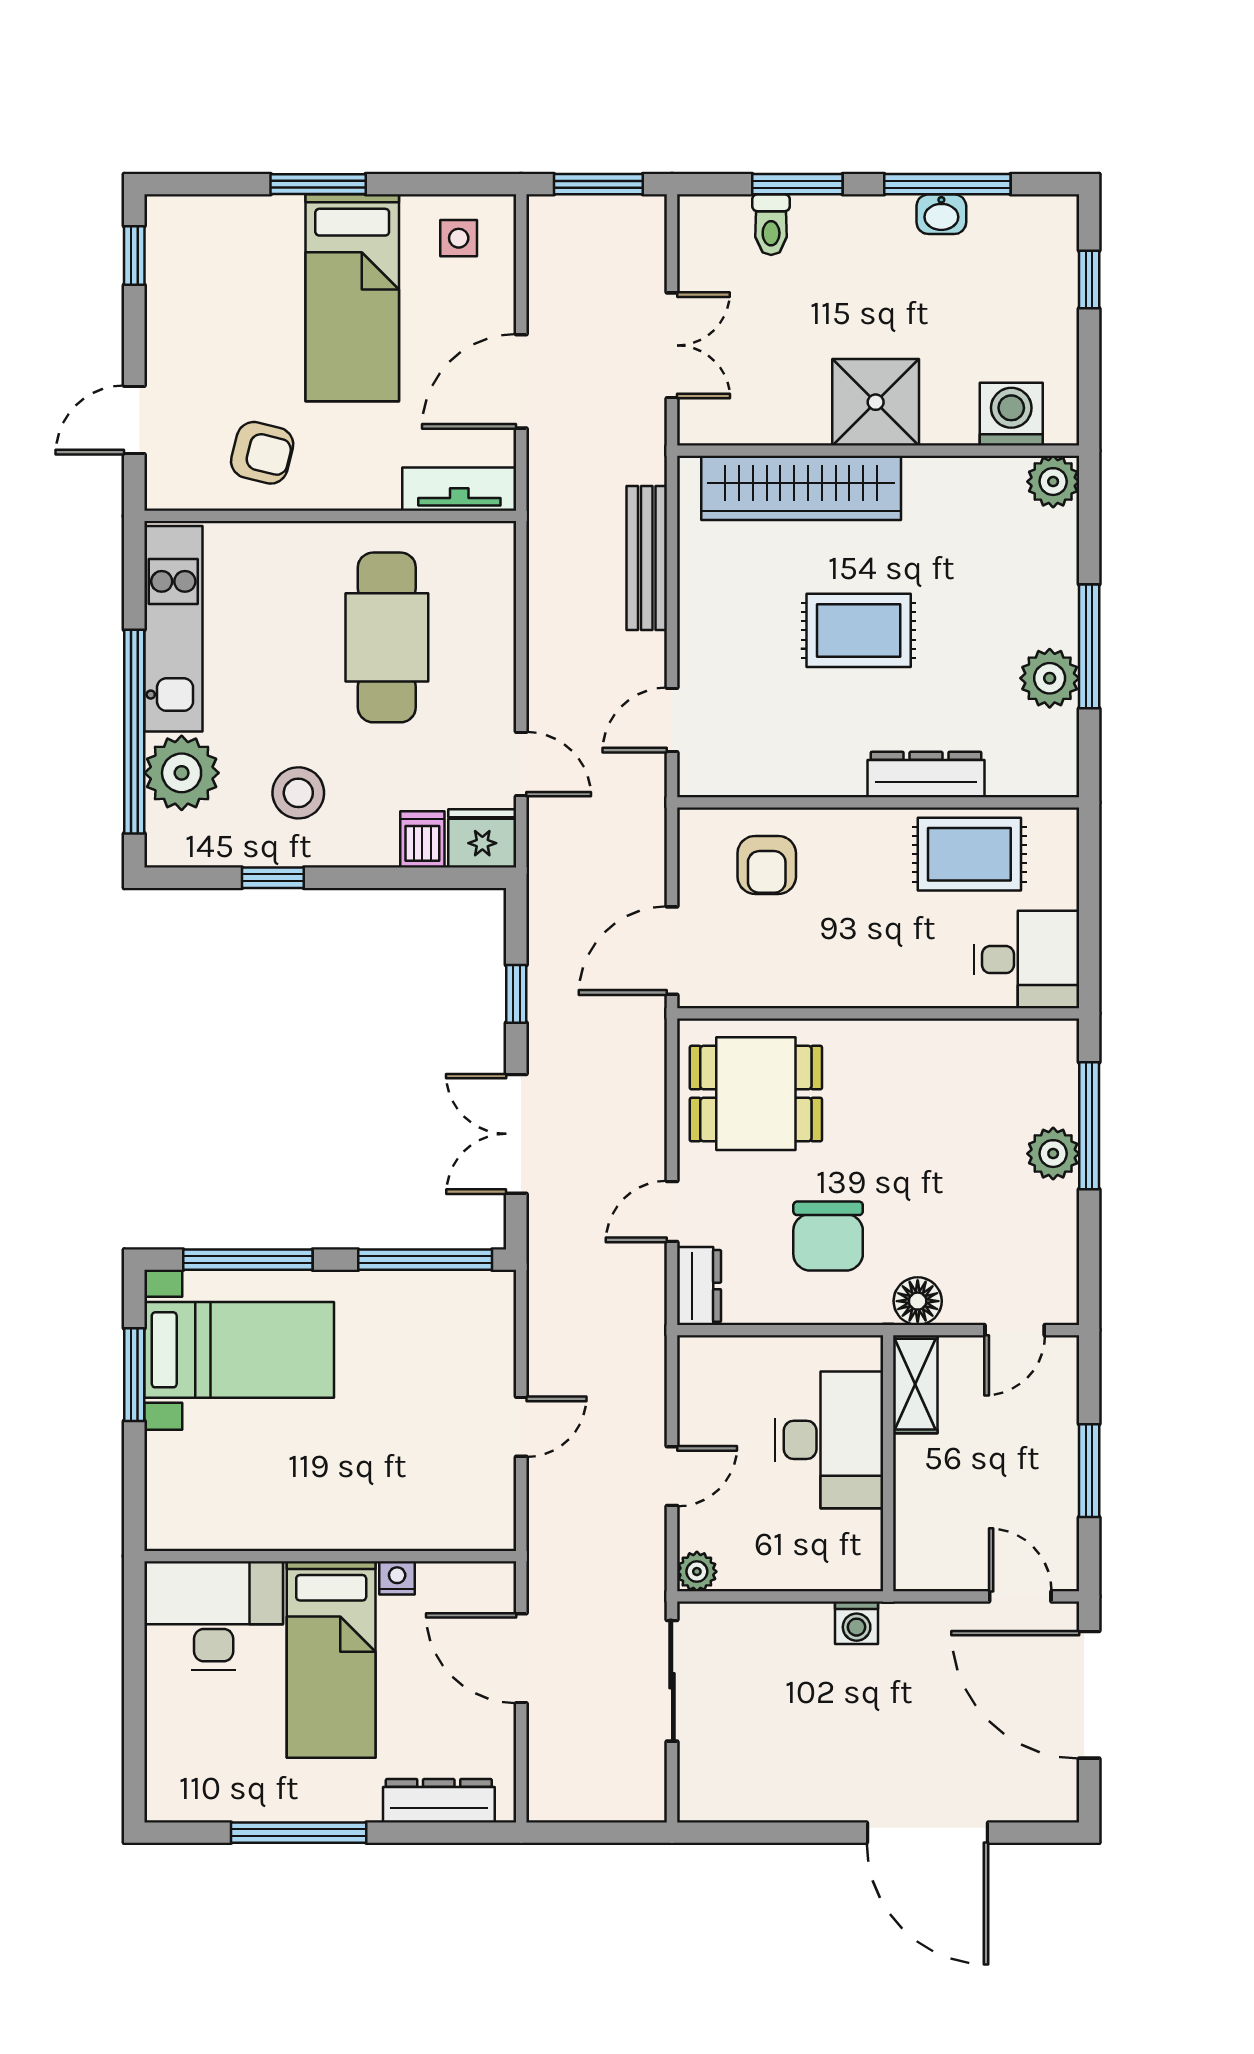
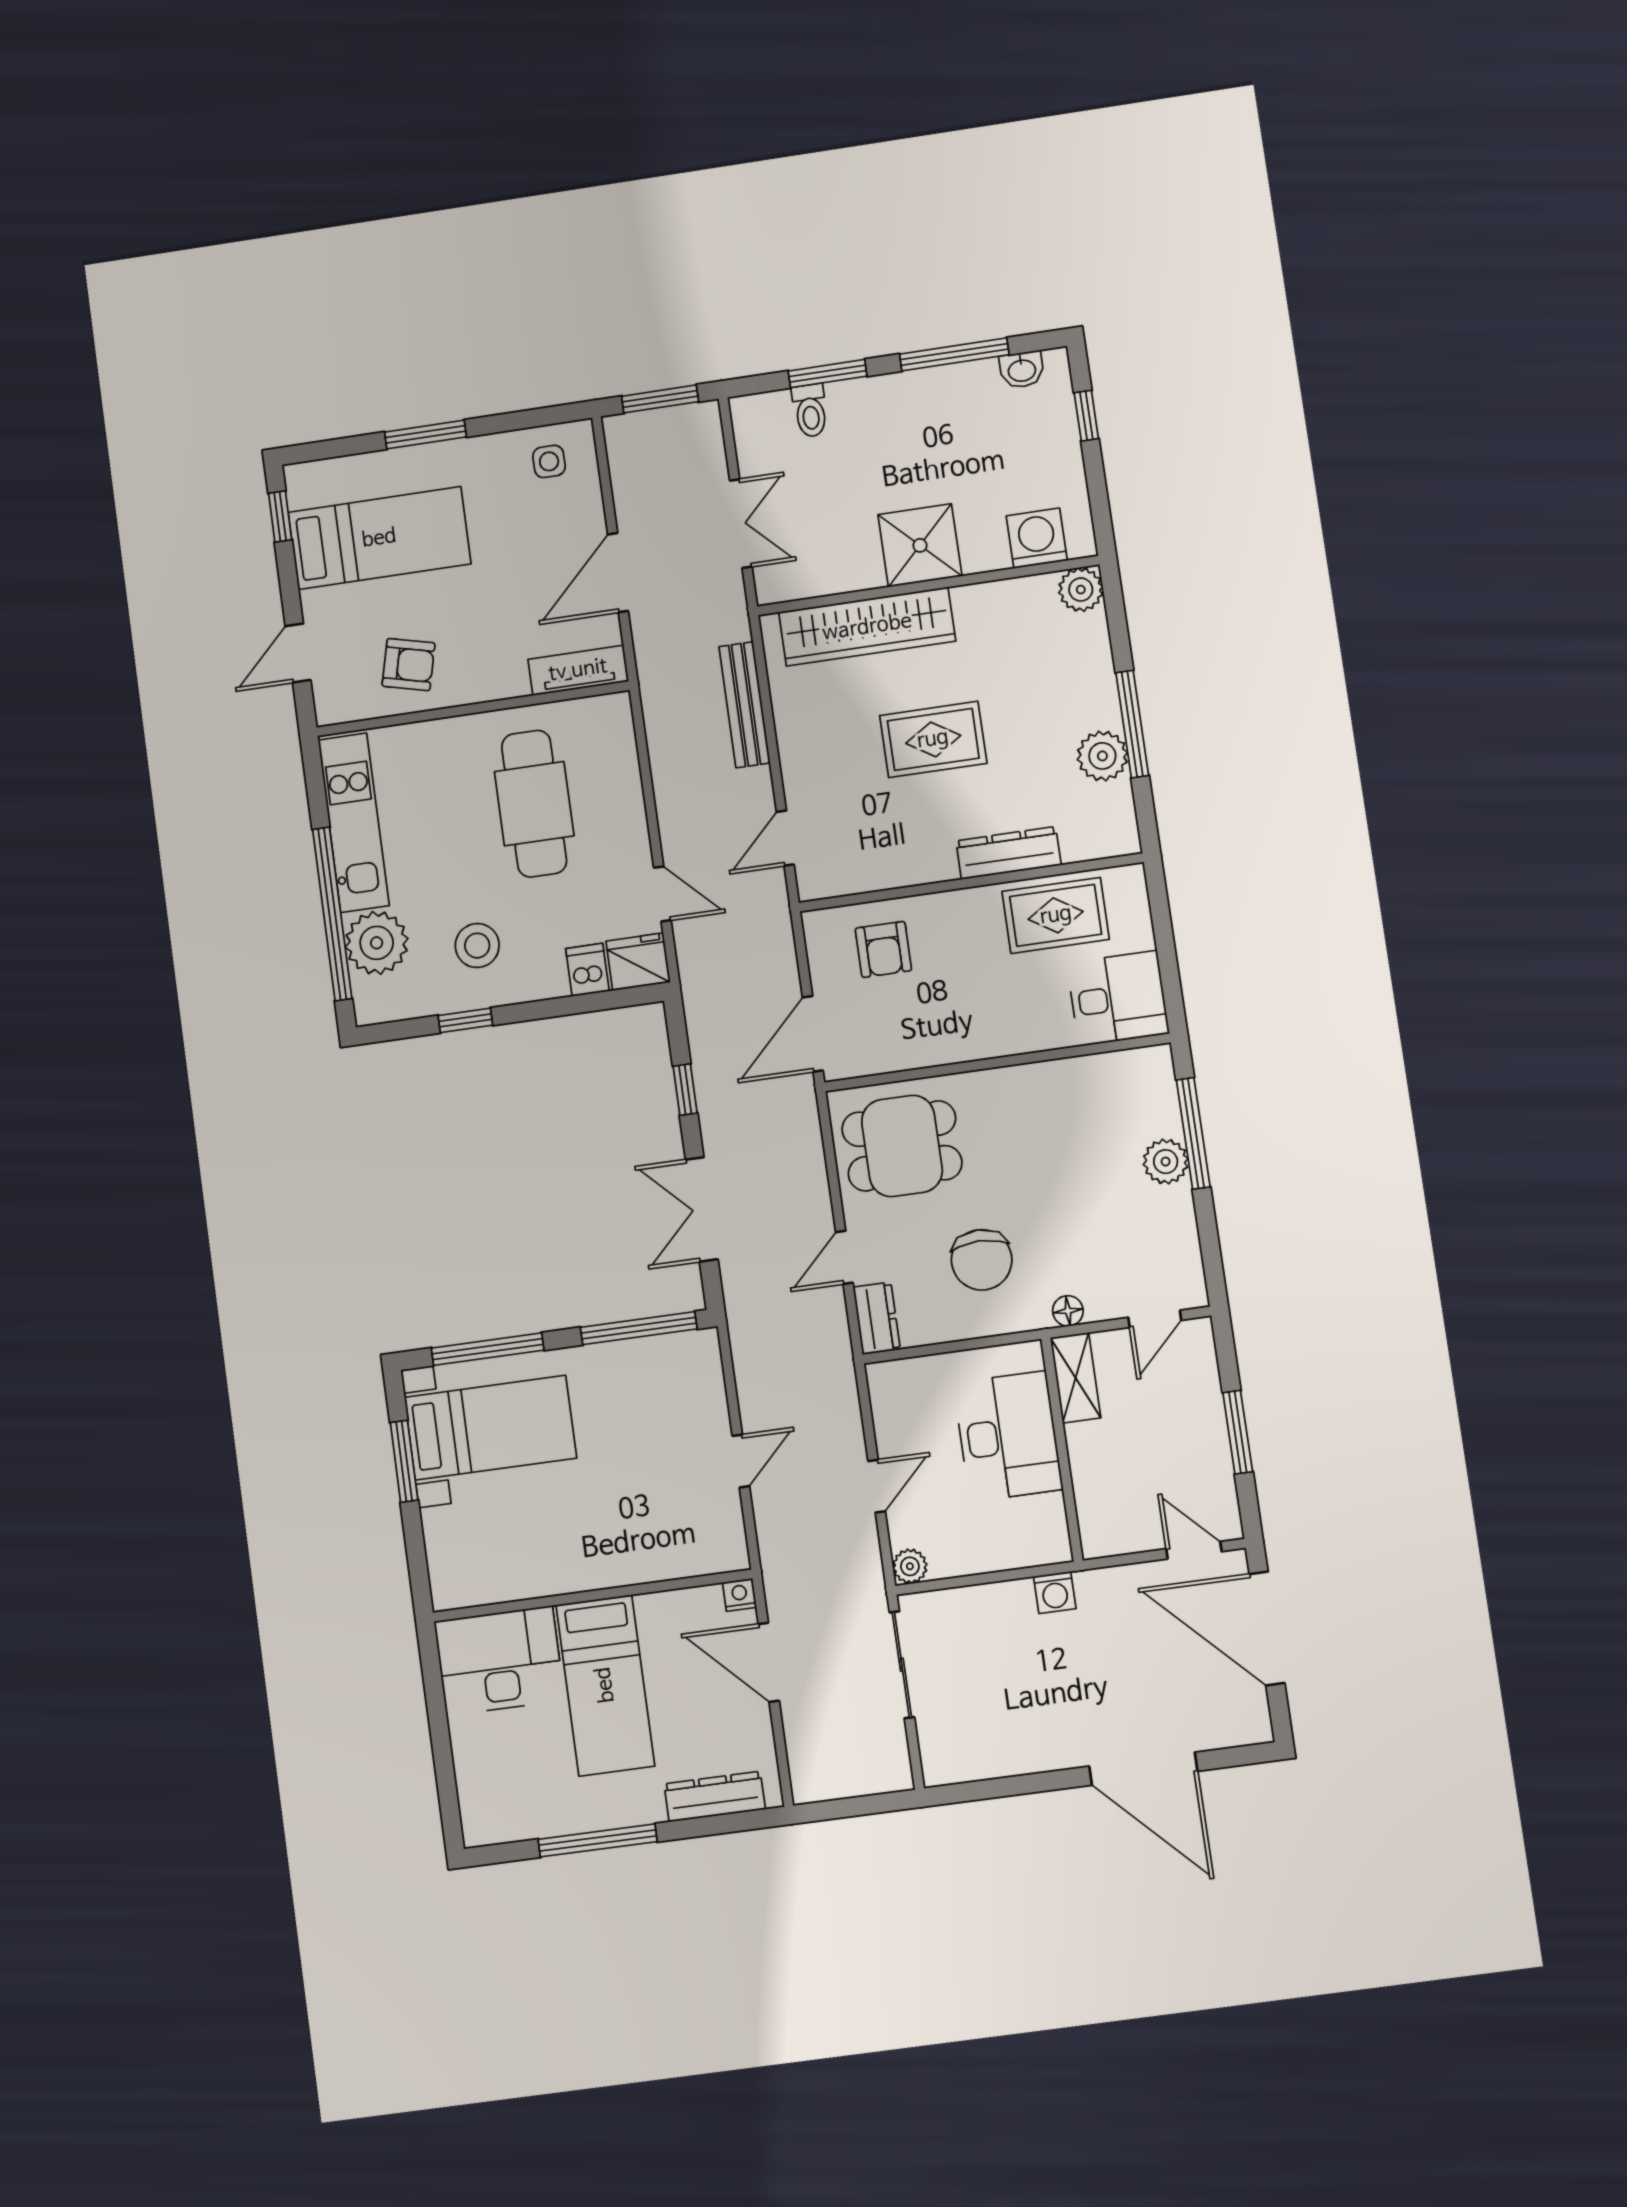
washbasin: (941, 214) -> (1022, 370), moved
bed: (352, 298) -> (379, 538), moved, turned -90
floor lamp: (918, 1301) -> (1068, 1311), width x0.73, depth x0.73
nightstand: (397, 1578) -> (740, 1595), moved

